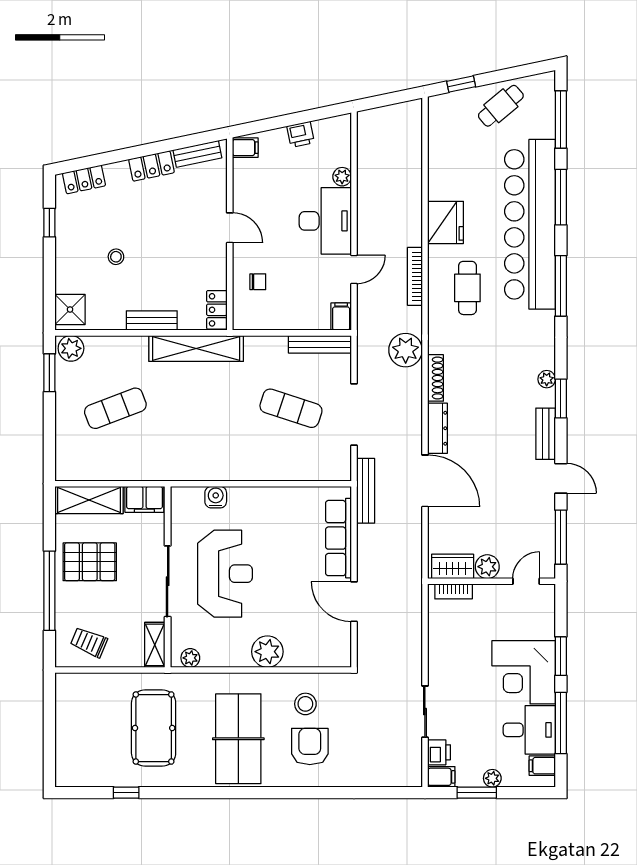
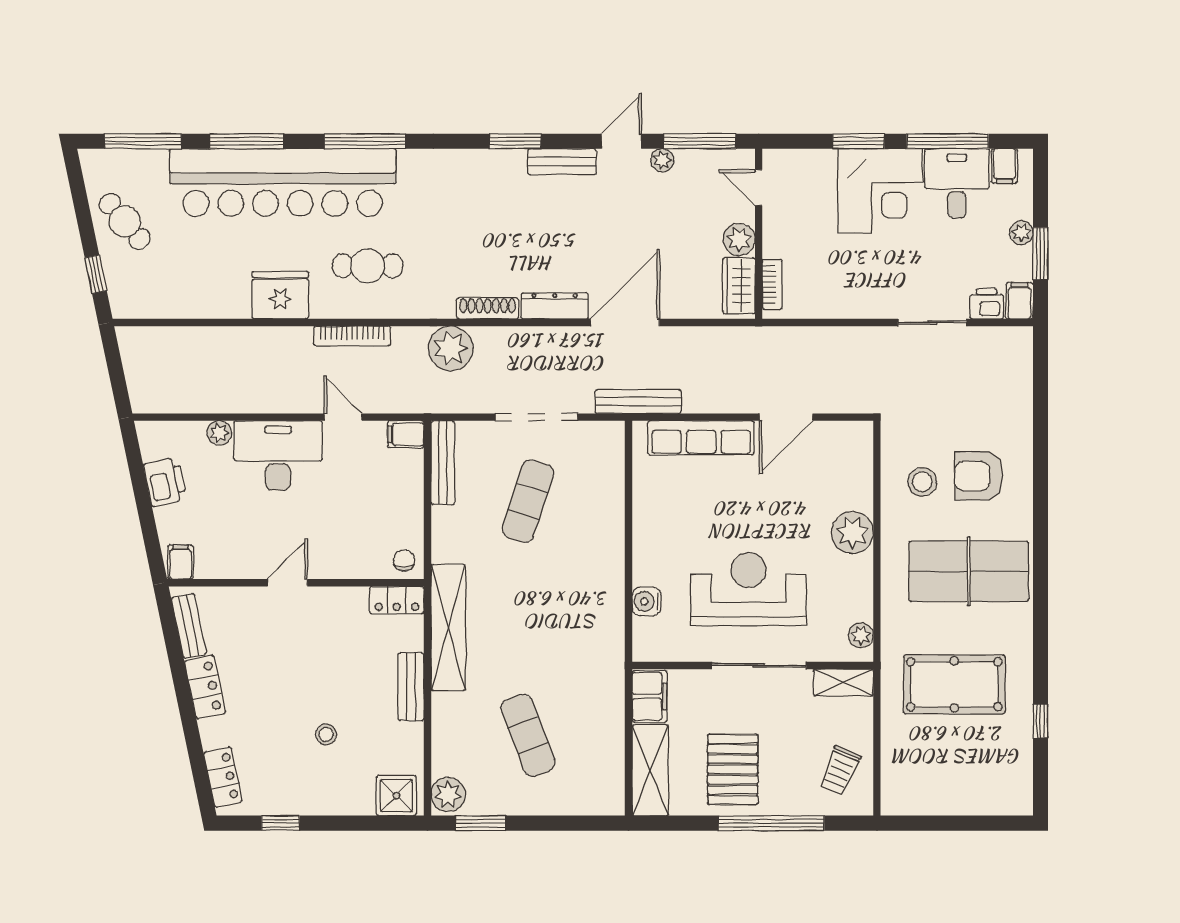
printer: (301, 134) -> (165, 482), width x1.36, depth x1.24
chair: (258, 282) -> (404, 561), moved
plant: (547, 379) -> (662, 160), moved

